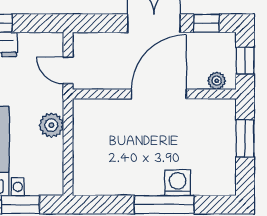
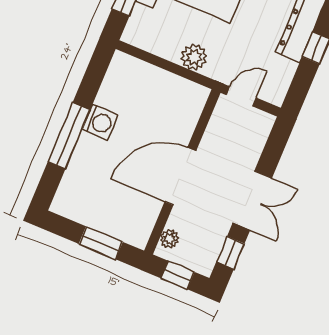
door: (159, 94) -> (180, 176), swing flipped
washing machine: (178, 183) -> (100, 122), moved

